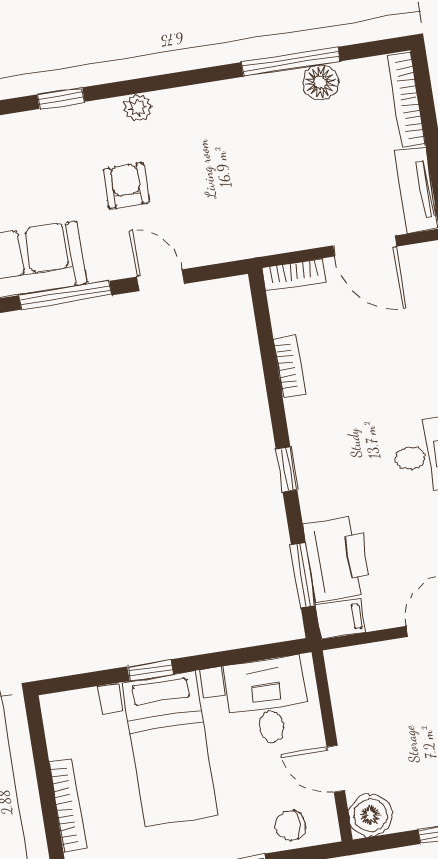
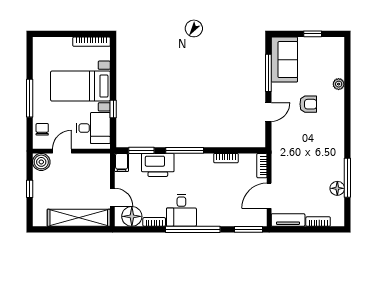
window: (61, 98) -> (347, 84), removed
bookcase: (406, 100) -> (318, 222), width x0.64
plant: (138, 108) -> (339, 84), moved
window: (287, 470) -> (185, 150), width x2.17
printer: (337, 559) -> (158, 165), moved
window: (150, 670) -> (113, 109), moved
bookcase: (68, 805) -> (92, 42), moved

